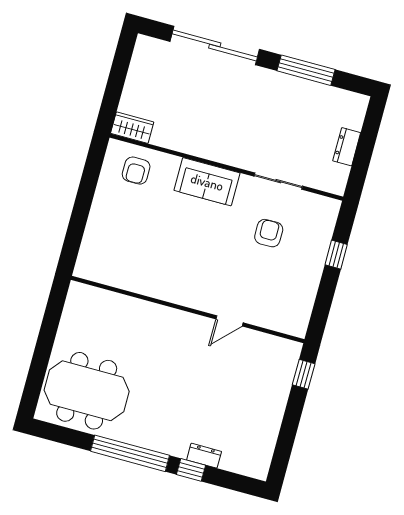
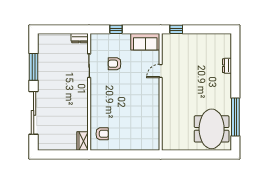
dresser: (347, 147) -> (80, 38), moved
sofa: (207, 182) -> (145, 42), moved, turned 90
door: (229, 321) -> (161, 71), swing flipped
window: (130, 453) -> (235, 117), moved
window: (191, 470) -> (235, 70), removed

